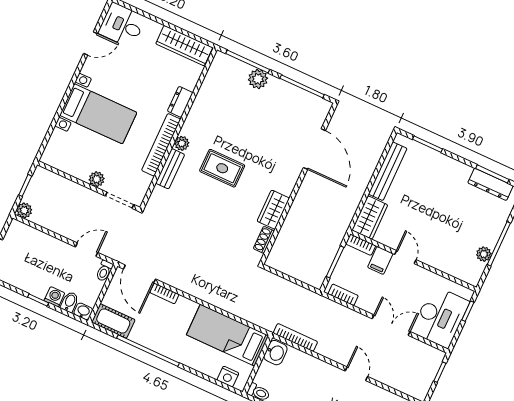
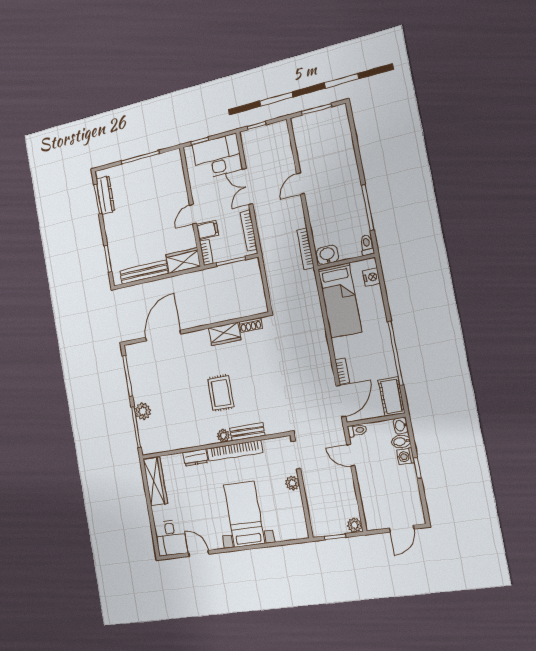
plant: (484, 254) -> (154, 162), removed
bookcase: (343, 295) -> (249, 231), width x1.56

